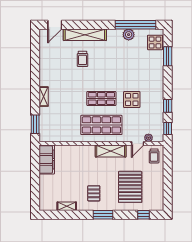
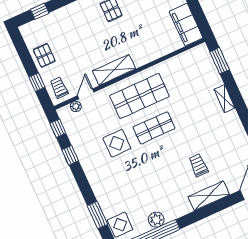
shelving: (85, 35) -> (209, 196), width x0.68
window: (168, 167) -> (37, 82), added
pallet: (130, 187) -> (44, 55), moved, width x0.49, depth x0.50

